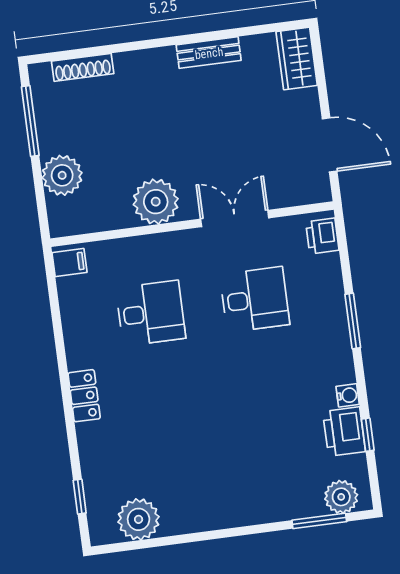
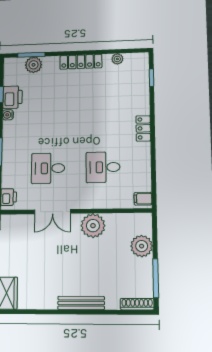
bench: (209, 53) -> (81, 303), moved, width x1.36
shoe rack: (83, 67) -> (137, 304), moved
plant: (341, 497) -> (34, 65), moved
locker: (219, 516) -> (81, 62), added
plant: (139, 519) -> (117, 59), width x0.53, depth x0.53

